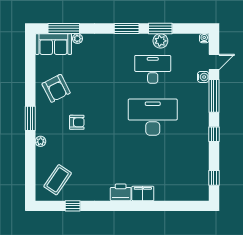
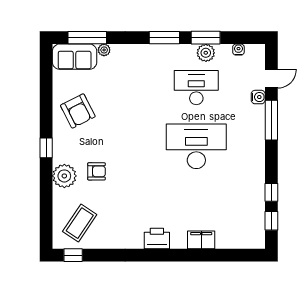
water cooler: (204, 38) -> (238, 50), moved
window: (30, 118) -> (46, 148), width x0.67
armchair: (77, 122) -> (96, 171), moved
window: (214, 134) -> (271, 192), moved
plant: (41, 141) -> (64, 176), width x1.87, depth x1.87
filing cabinet: (143, 193) -> (201, 240), moved
window: (73, 206) -> (73, 255), moved

